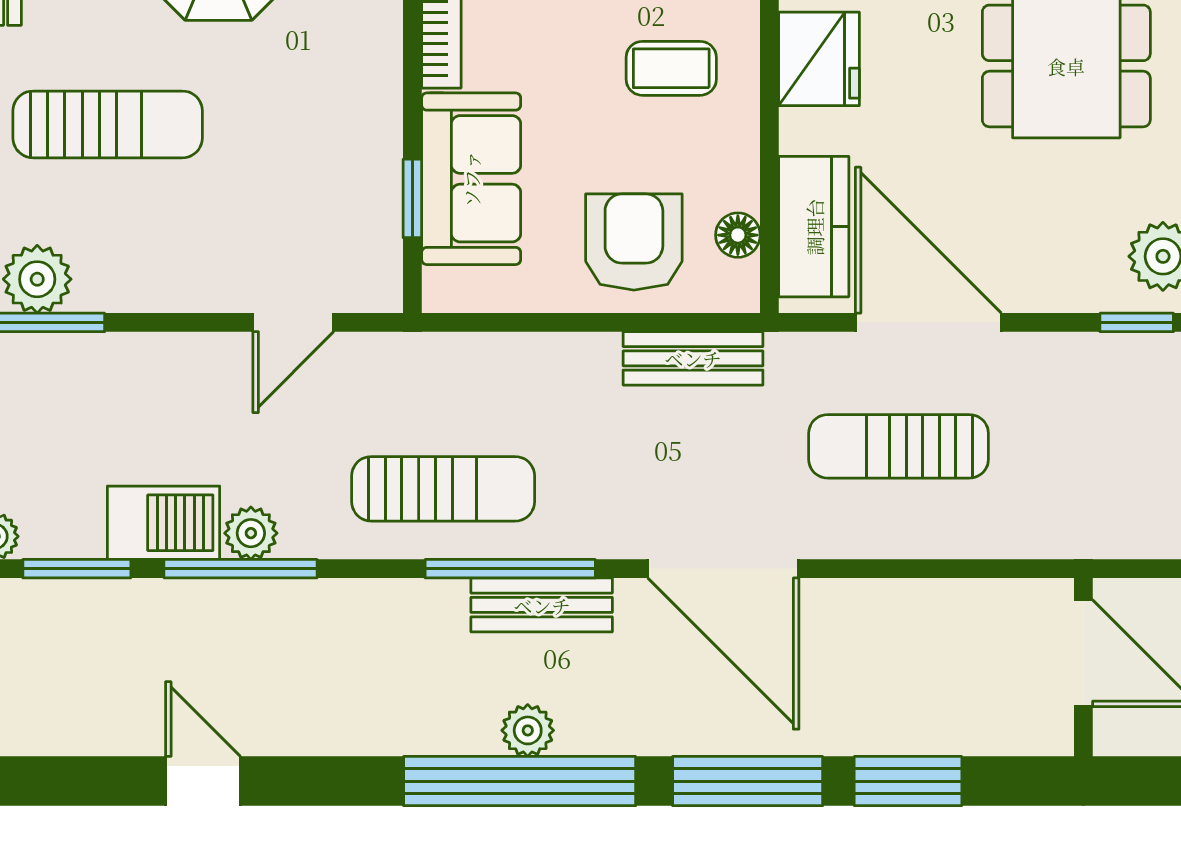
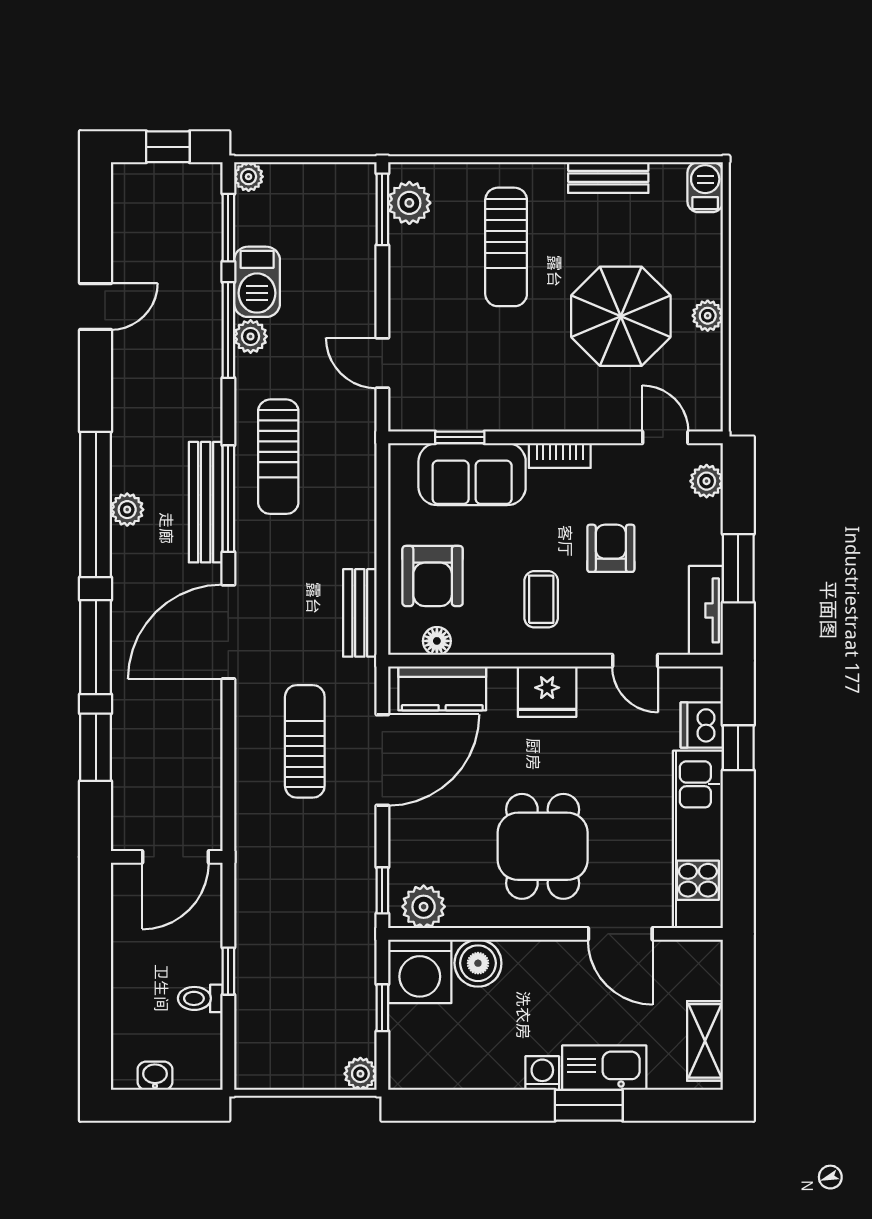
armchair: (634, 242) -> (433, 576), turned 90
bench: (542, 605) -> (206, 502), width x1.36

